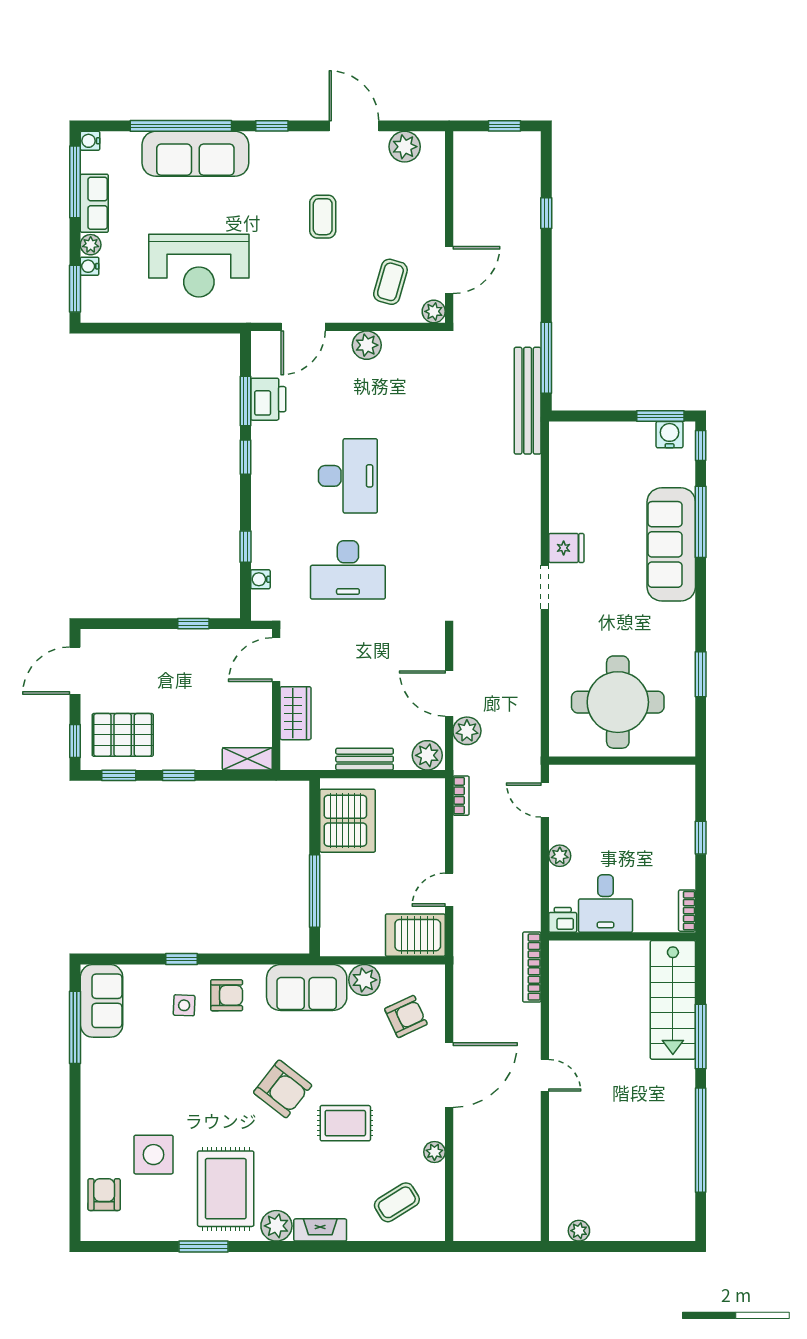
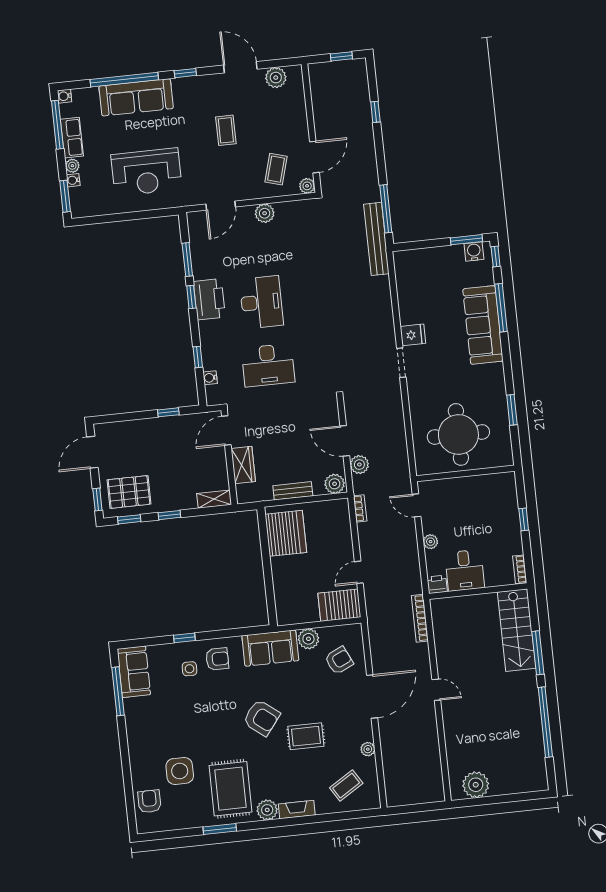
printer: (268, 399) -> (209, 299), moved, width x1.37, depth x1.19
window: (315, 891) -> (269, 583), removed
plant: (579, 1231) -> (476, 785), width x1.88, depth x1.88

